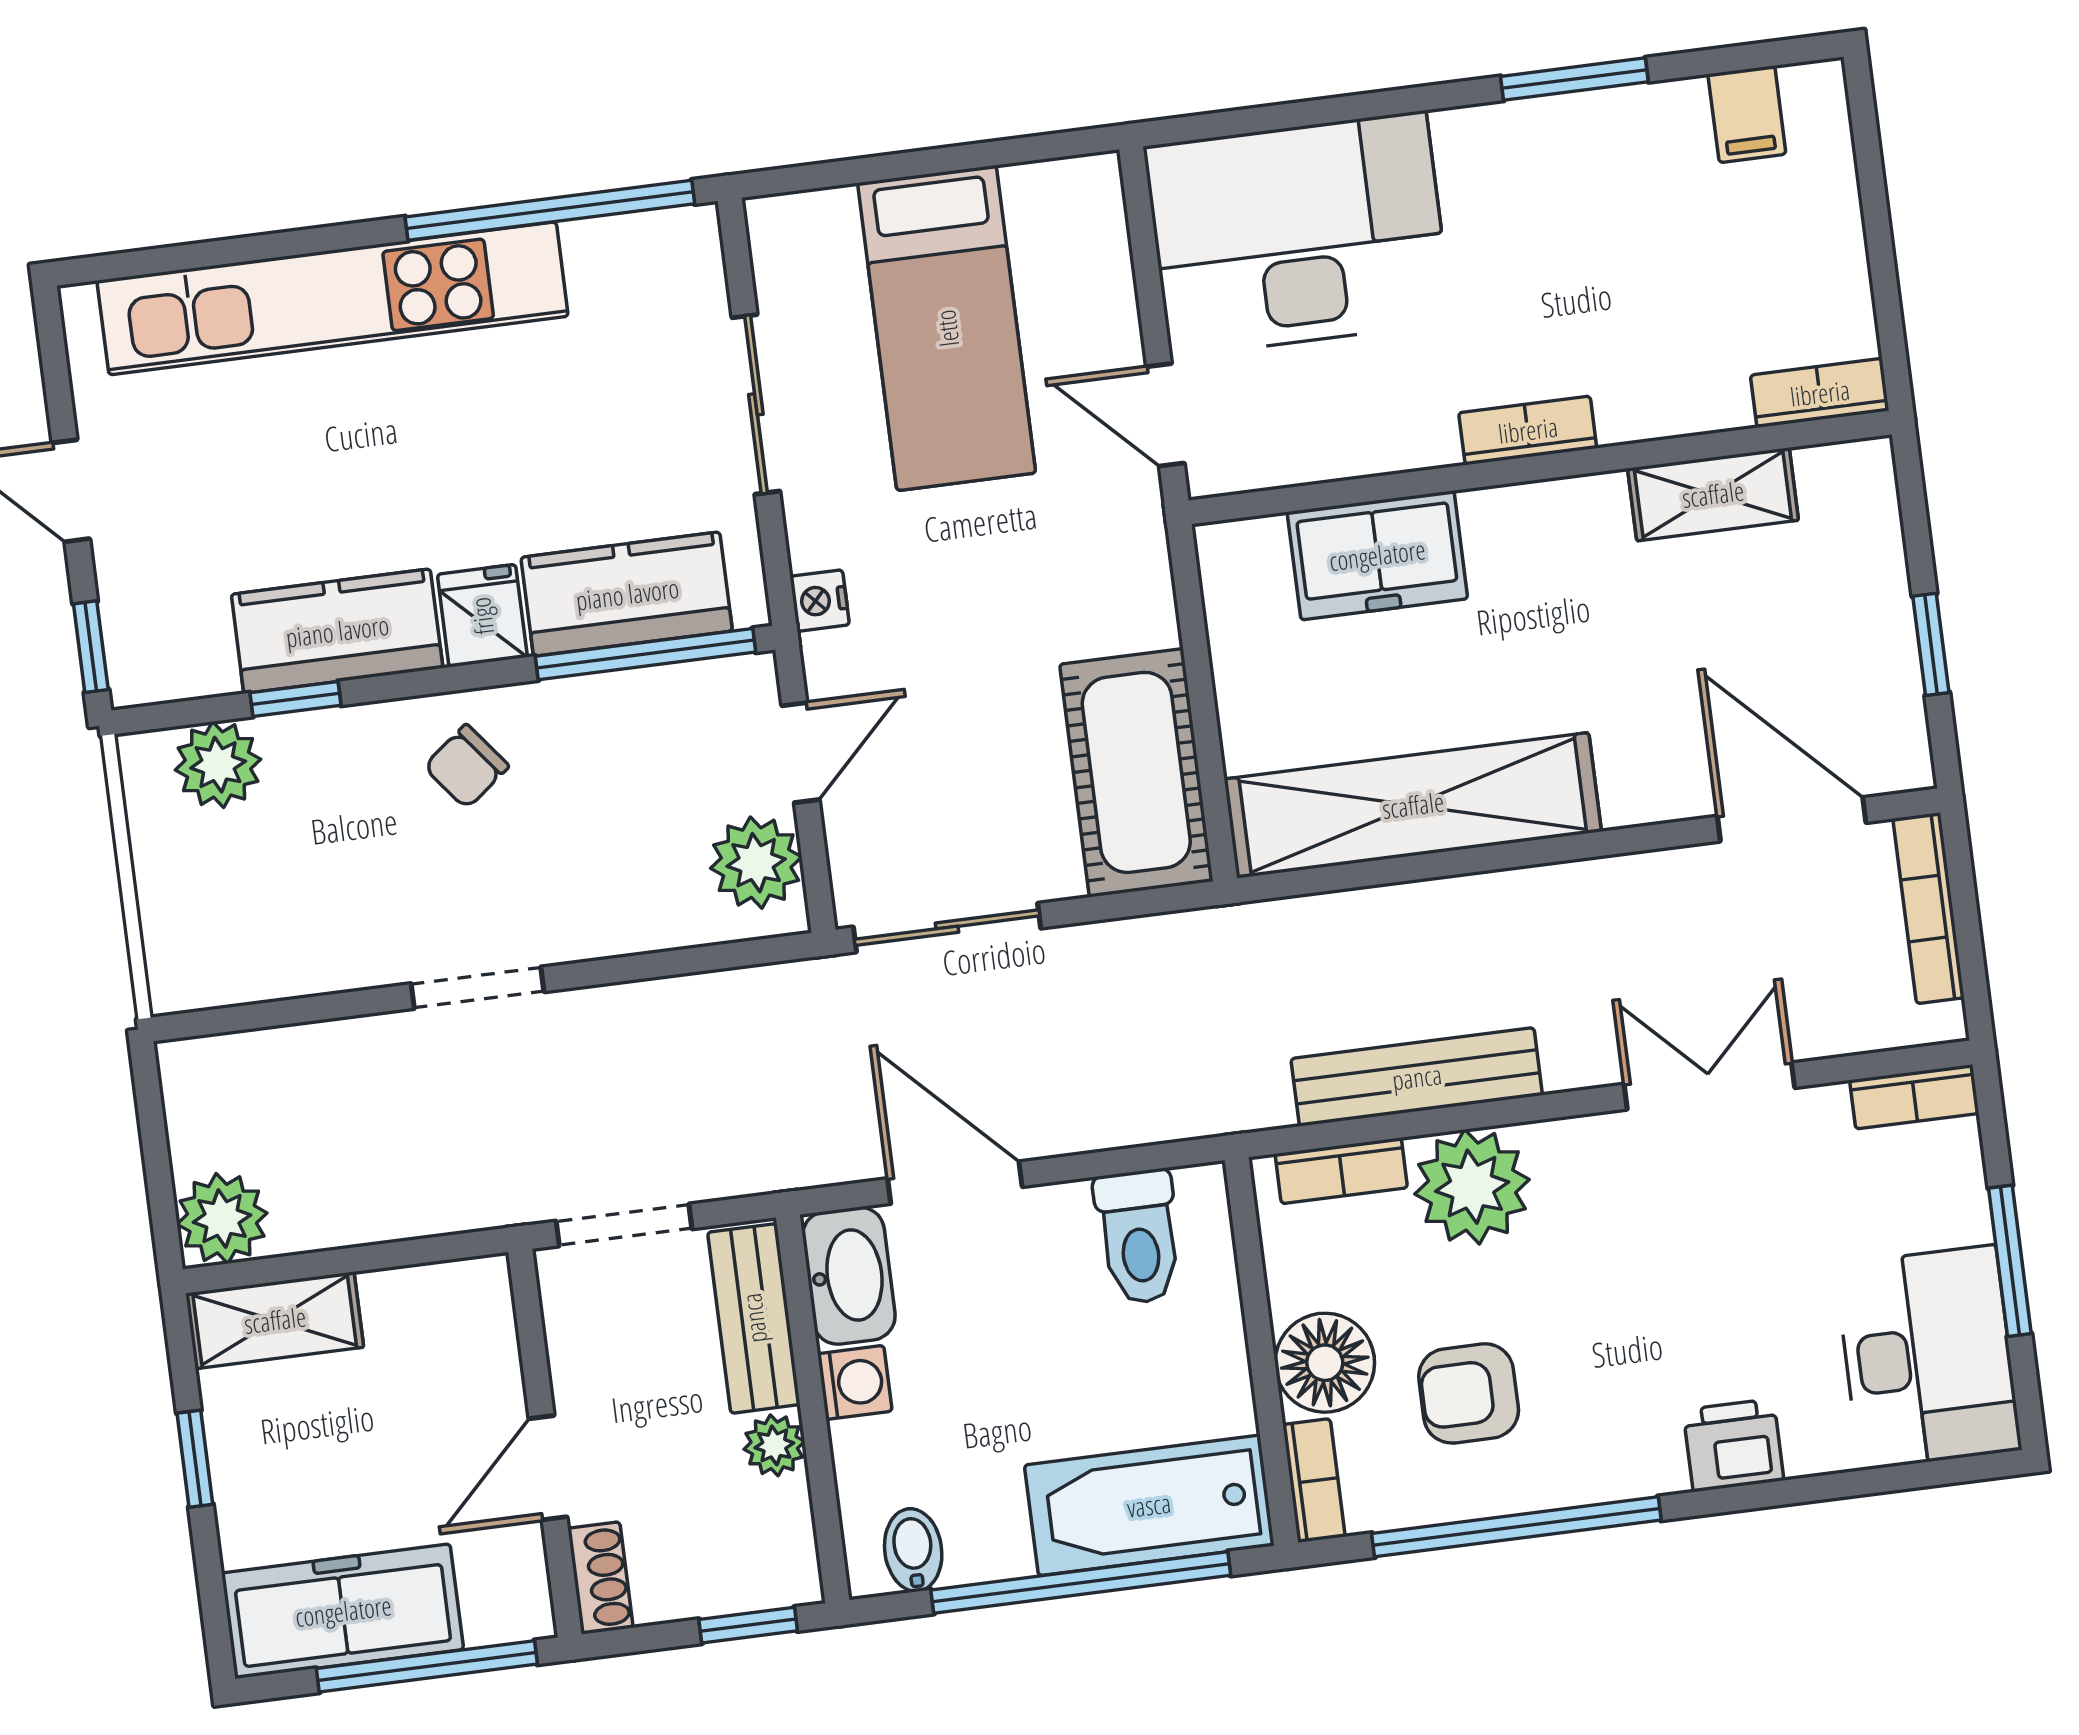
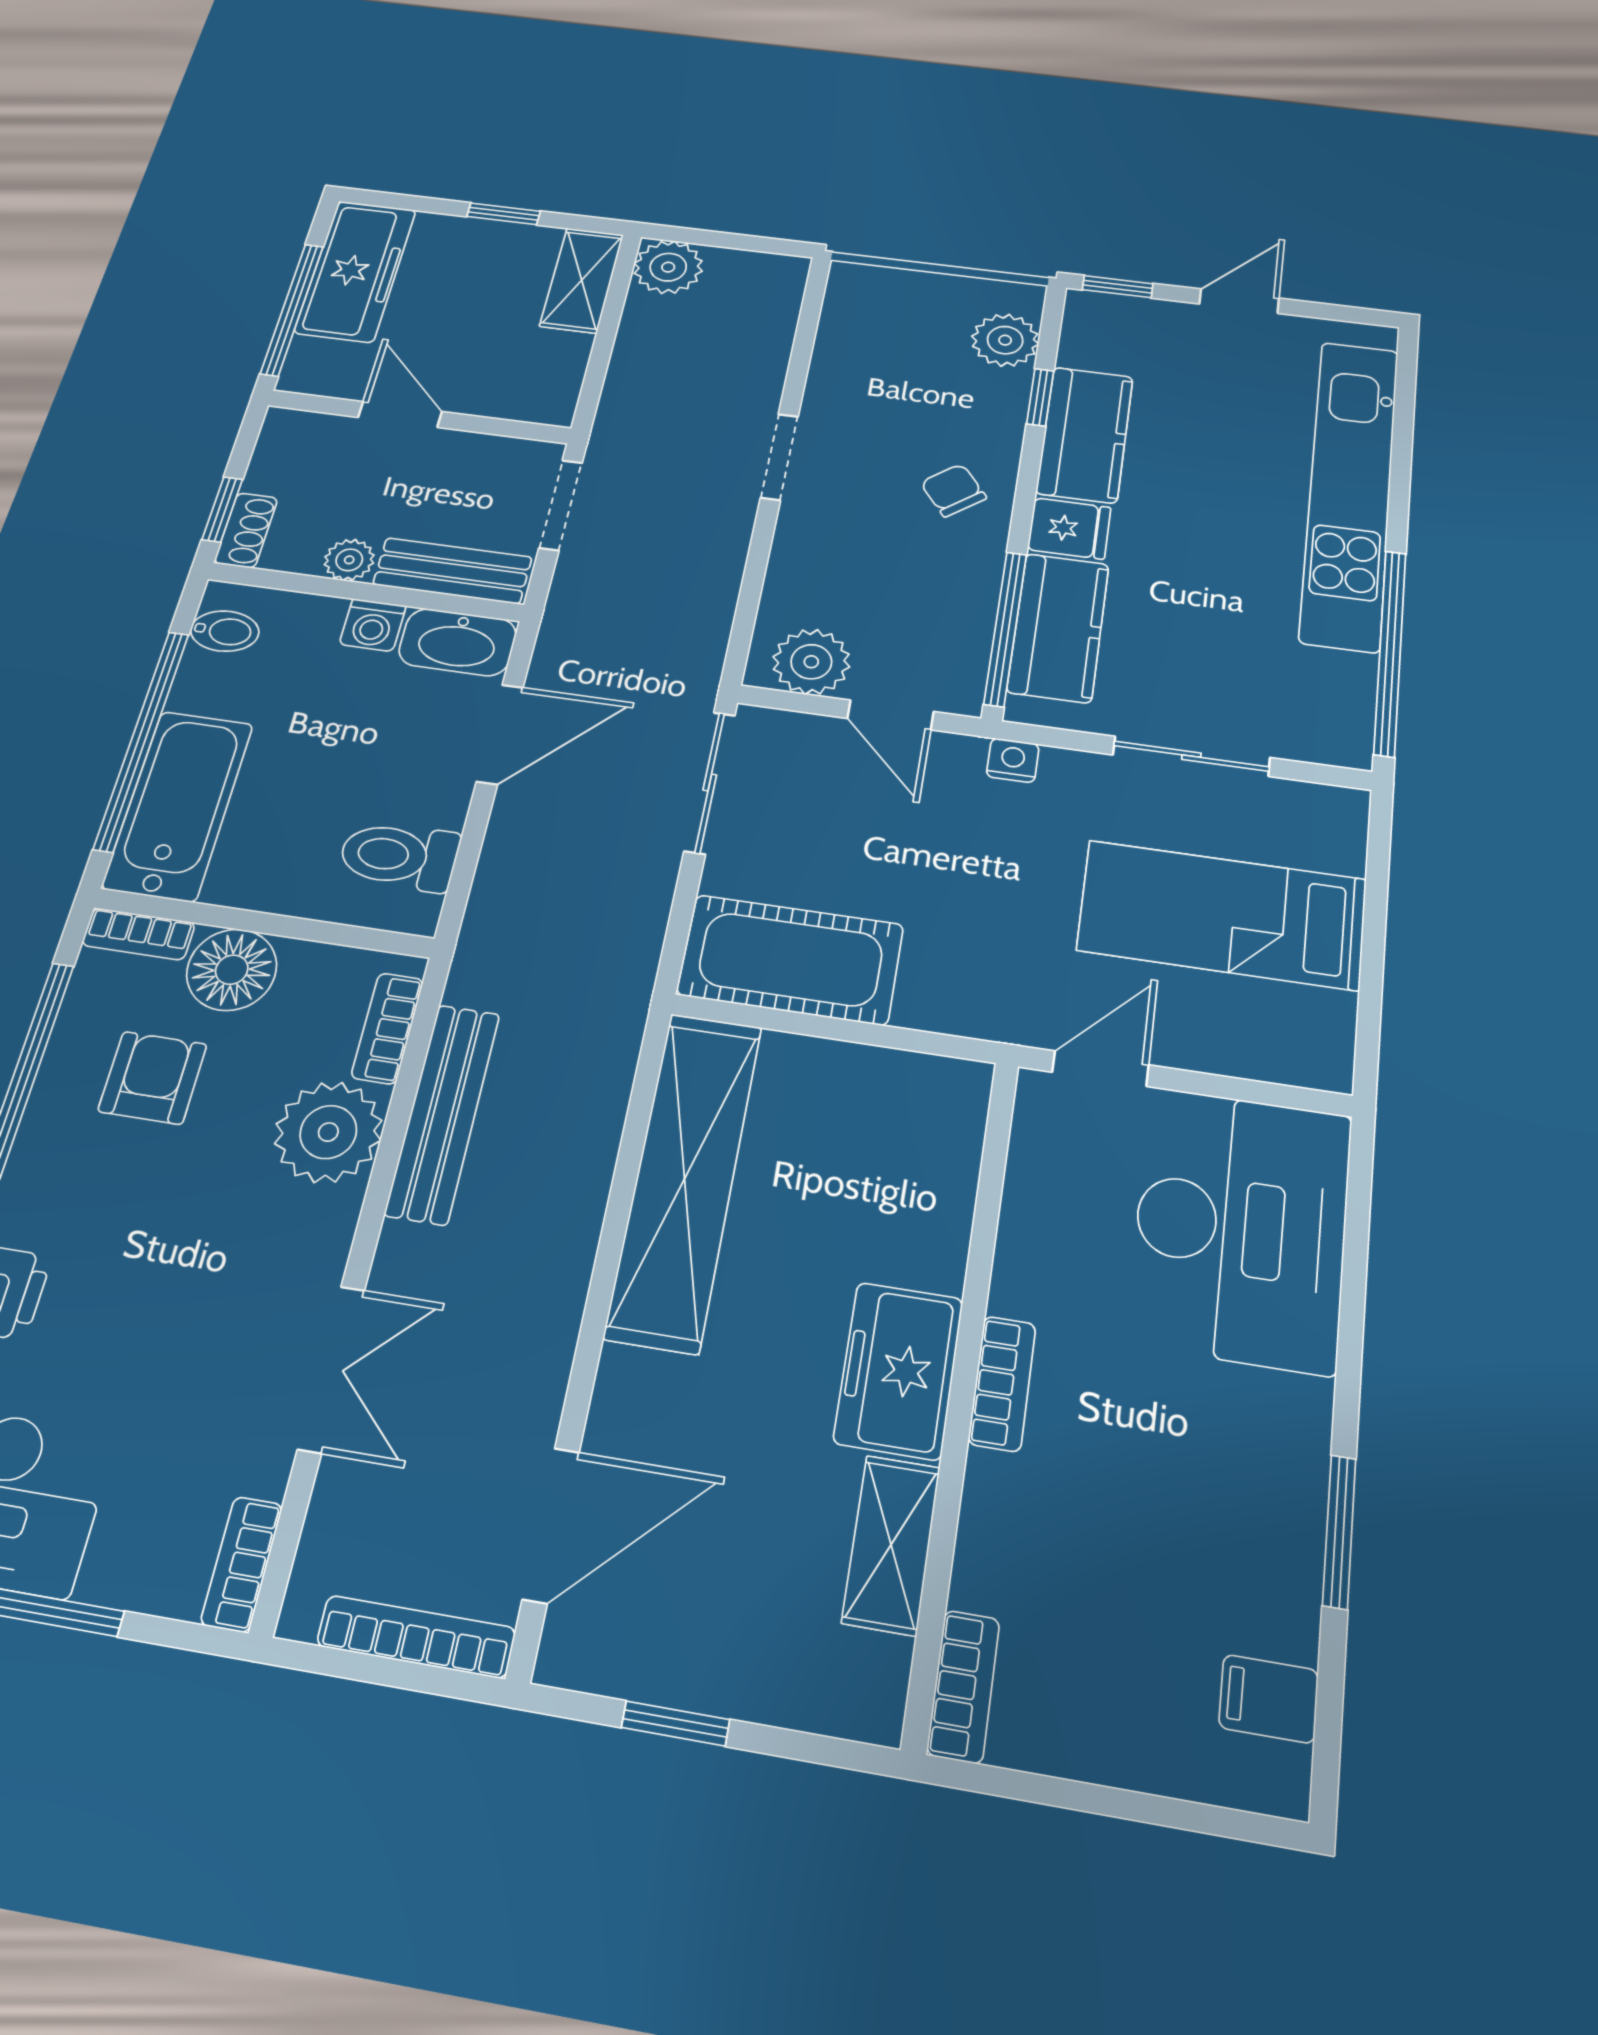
freezer: (1377, 555) -> (899, 1370), moved
shoe rack: (600, 1578) -> (246, 530), moved, turned -90

